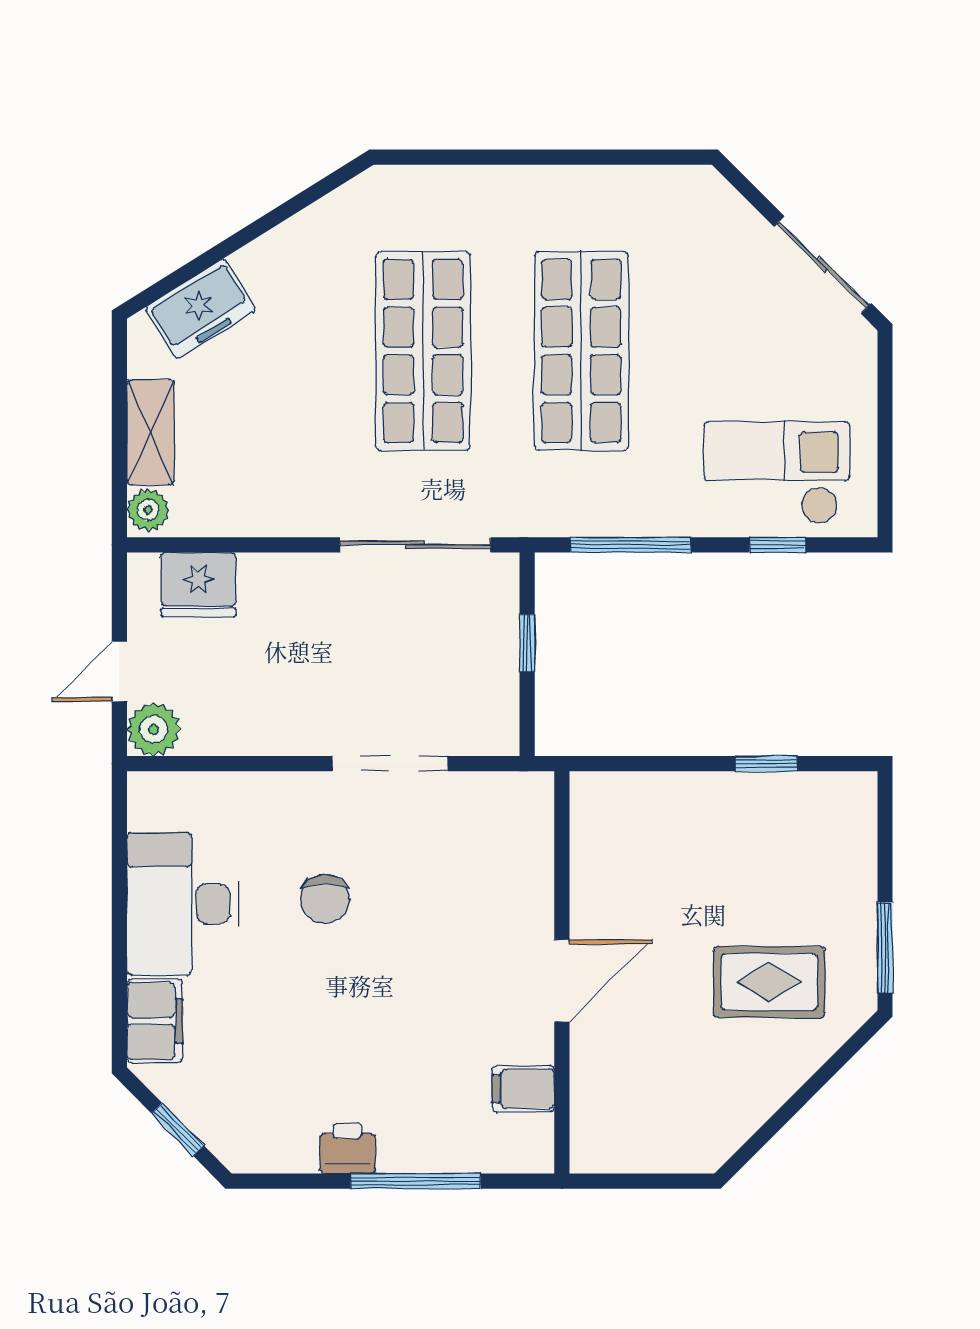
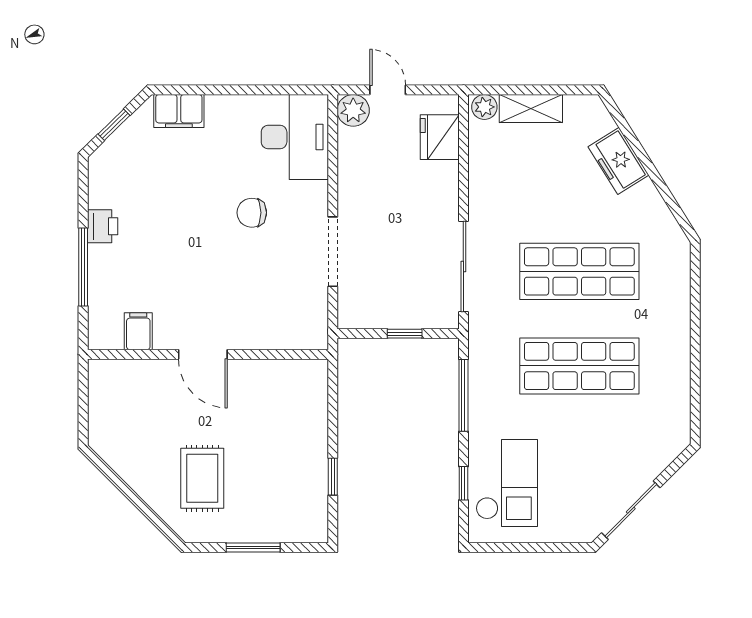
freezer: (201, 309) -> (619, 161), moved
desk: (183, 904) -> (295, 137), moved, turned 90
window: (885, 948) -> (253, 547), moved

